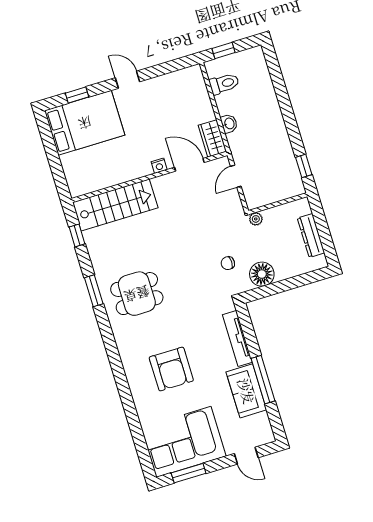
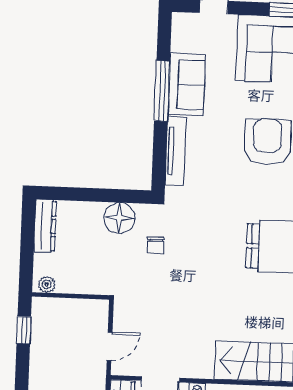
plant: (256, 219) -> (47, 284), moved
dresser: (311, 236) -> (45, 226), moved
chair: (228, 263) -> (155, 245), turned 90

